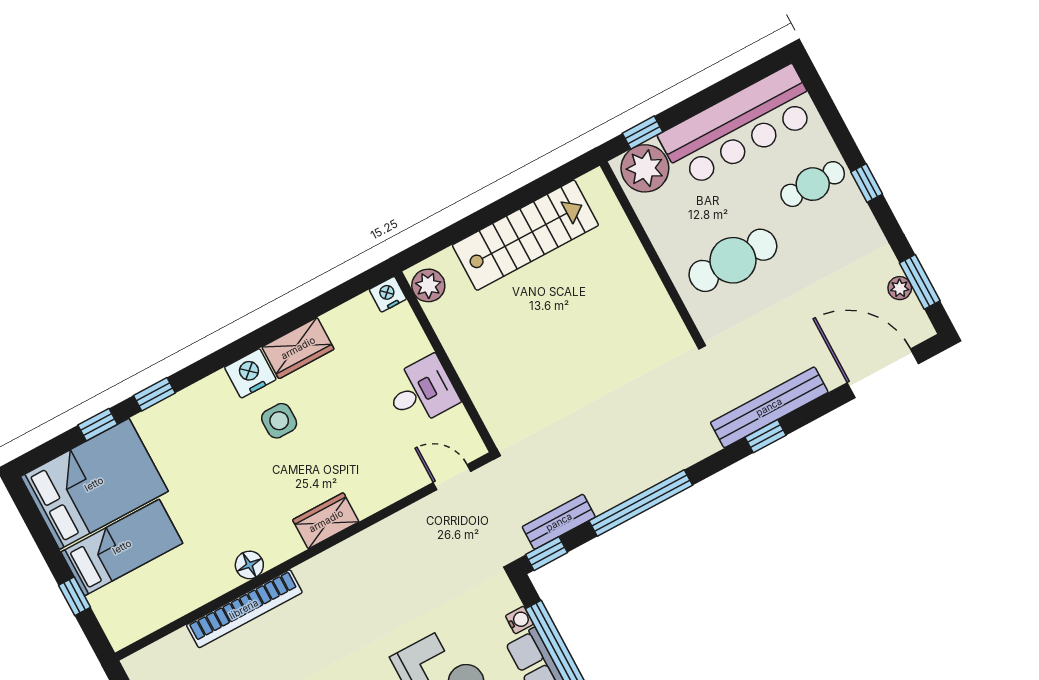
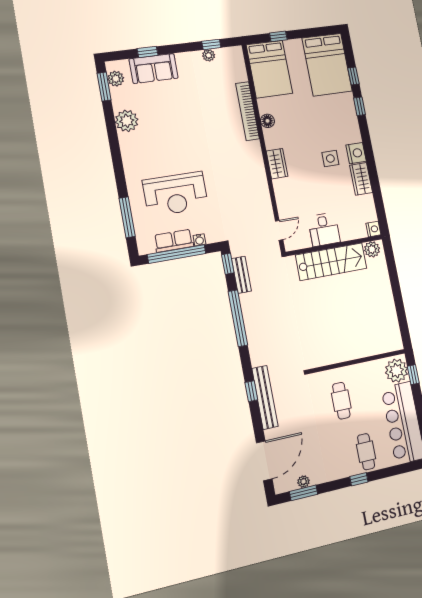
stairs: (525, 235) -> (331, 262), moved, turned -90
cafe table: (733, 260) -> (341, 401), width x0.73, depth x0.74
bed: (122, 547) -> (269, 69), moved, width x1.50

